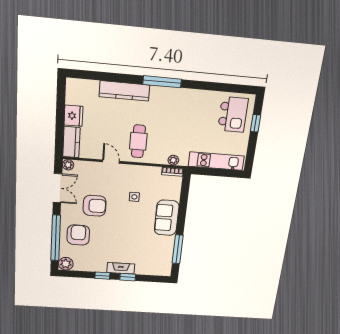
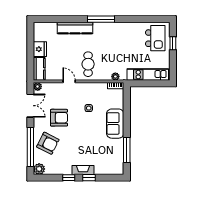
armchair: (78, 235) -> (48, 143), turned 117

